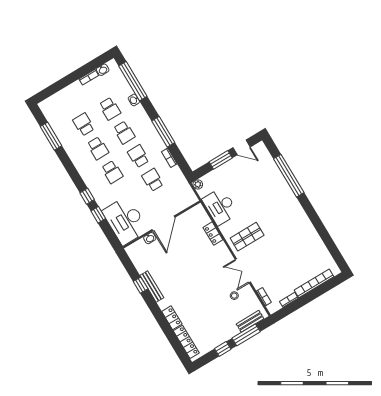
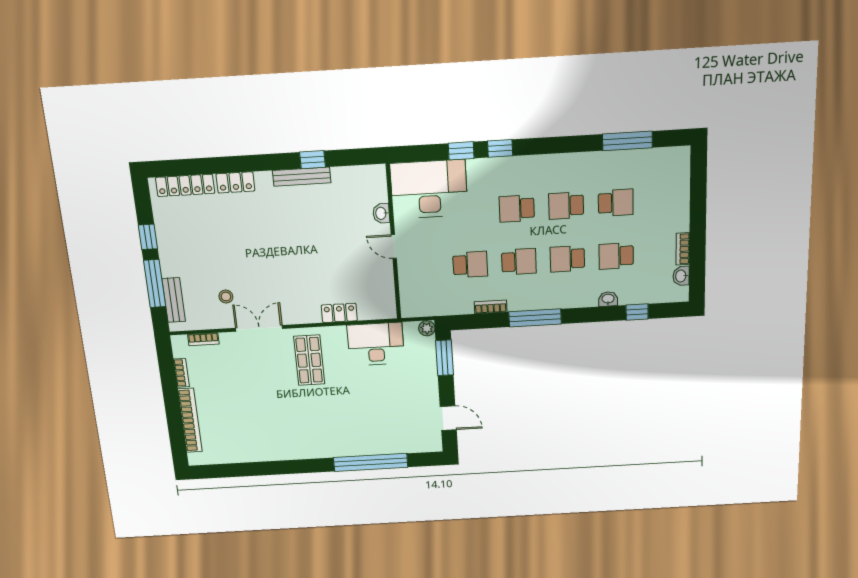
window: (133, 81) -> (637, 312), width x0.32
door: (242, 147) -> (448, 418), swing flipped
window: (221, 160) -> (445, 358), moved
door: (163, 223) -> (394, 246), width x0.53

